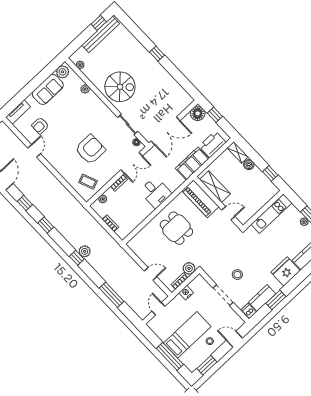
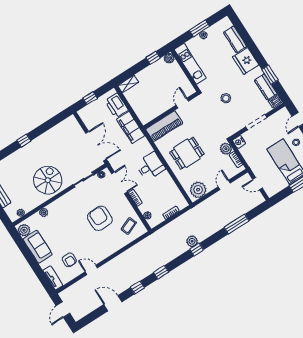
floor lamp: (198, 113) -> (86, 114), removed
boiler: (249, 165) -> (169, 58), moved
shelving: (215, 187) -> (156, 111), removed
plant: (140, 247) -> (198, 190), added
stool: (237, 275) -> (226, 98), moved
nightstand: (186, 293) -> (239, 142), moved

